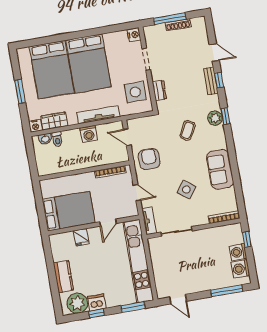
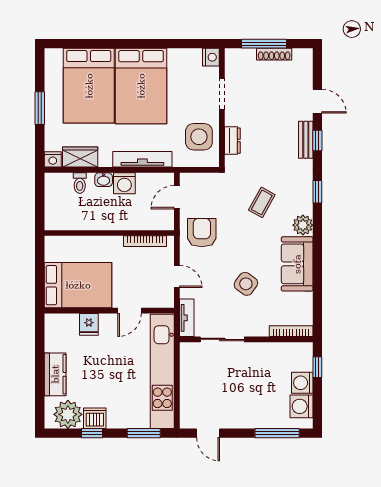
plant: (215, 118) -> (303, 225), moved
door: (127, 137) -> (177, 197), hinge flipped
washbasin: (45, 139) -> (104, 180), moved

